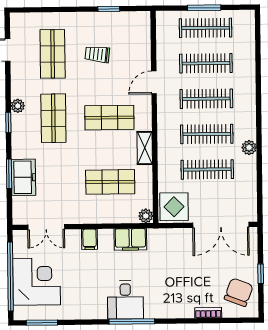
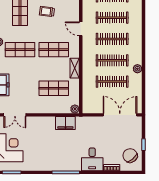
door: (154, 82) -> (81, 29), hinge flipped
shop shelf: (53, 118) -> (20, 50), turned 90
display table: (174, 207) -> (92, 104), removed
double door: (221, 225) -> (120, 115), swing flipped
filing cabinet: (90, 239) -> (41, 123), removed
chair: (239, 292) -> (130, 156), turned -61
desk: (125, 300) -> (92, 159), moved

